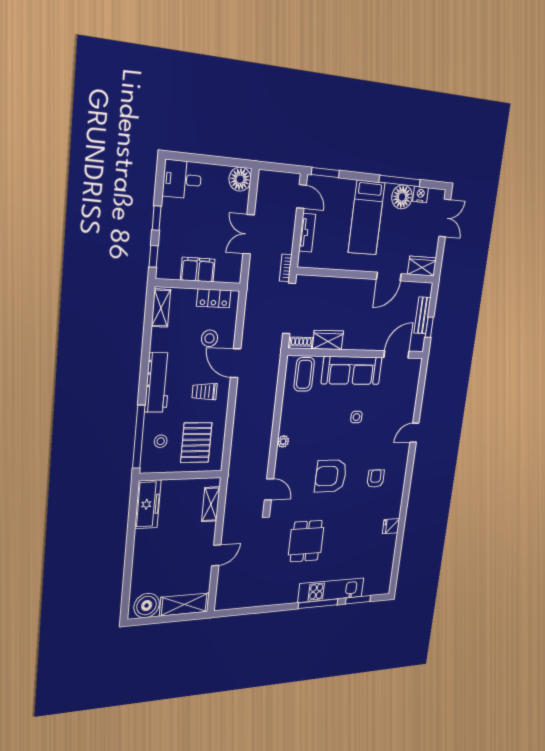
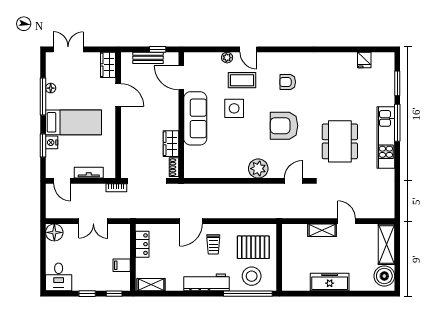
window: (325, 173) -> (43, 146), moved
nightstand: (421, 194) -> (52, 142), moved
door: (302, 196) -> (62, 181), swing flipped
floor lamp: (402, 197) -> (51, 88), width x0.53, depth x0.53
filing cabinet: (198, 270) -> (122, 265), width x0.50
stool: (210, 338) -> (172, 245), removed
coffee table: (304, 374) -> (242, 80), moved
plant: (410, 408) -> (227, 58), added
side table: (356, 417) -> (234, 108), width x1.87, depth x1.87
stool: (161, 441) -> (252, 276), width x1.89, depth x1.89
plant: (283, 441) -> (258, 169), width x1.88, depth x1.88
armchair: (331, 476) -> (284, 126), turned 90
freezer: (148, 504) -> (330, 282), moved
shelving: (211, 504) -> (322, 230), moved
fridge: (391, 526) -> (364, 60), moved
dining table: (306, 541) -> (340, 141), width x1.38
kitchen unit: (331, 590) -> (386, 138), moved

